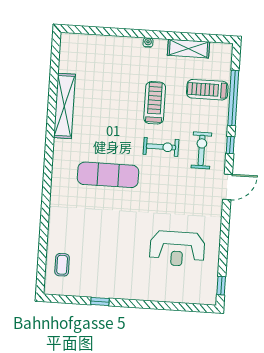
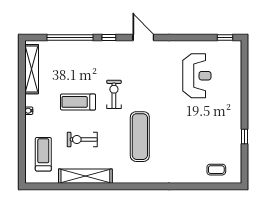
shelving: (189, 49) -> (32, 69), width x1.47
treadmill: (207, 90) -> (43, 154), moved, turned 180
exercise bike: (201, 150) -> (82, 139), moved

